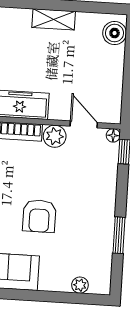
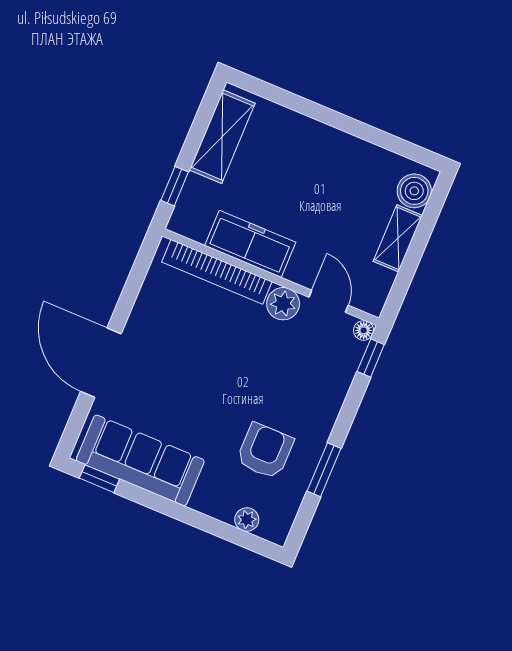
shelving: (54, 19) -> (398, 238), moved, turned 90
armchair: (39, 216) -> (265, 451), moved, turned 180

